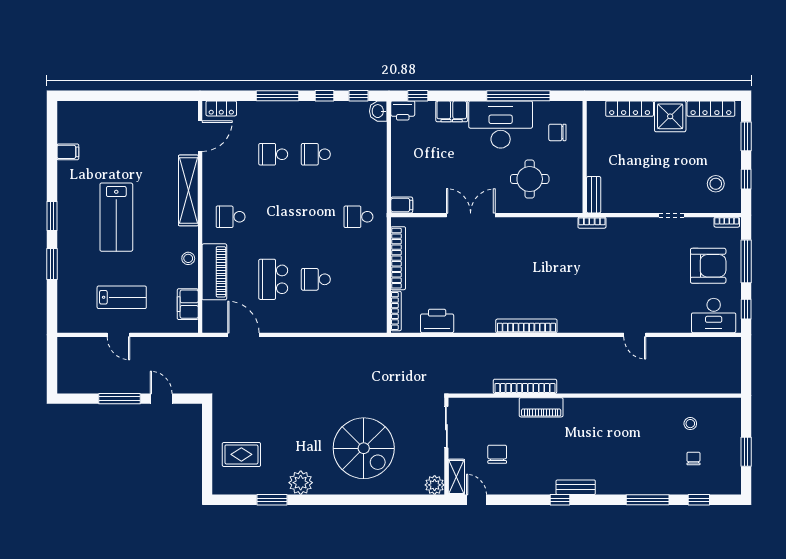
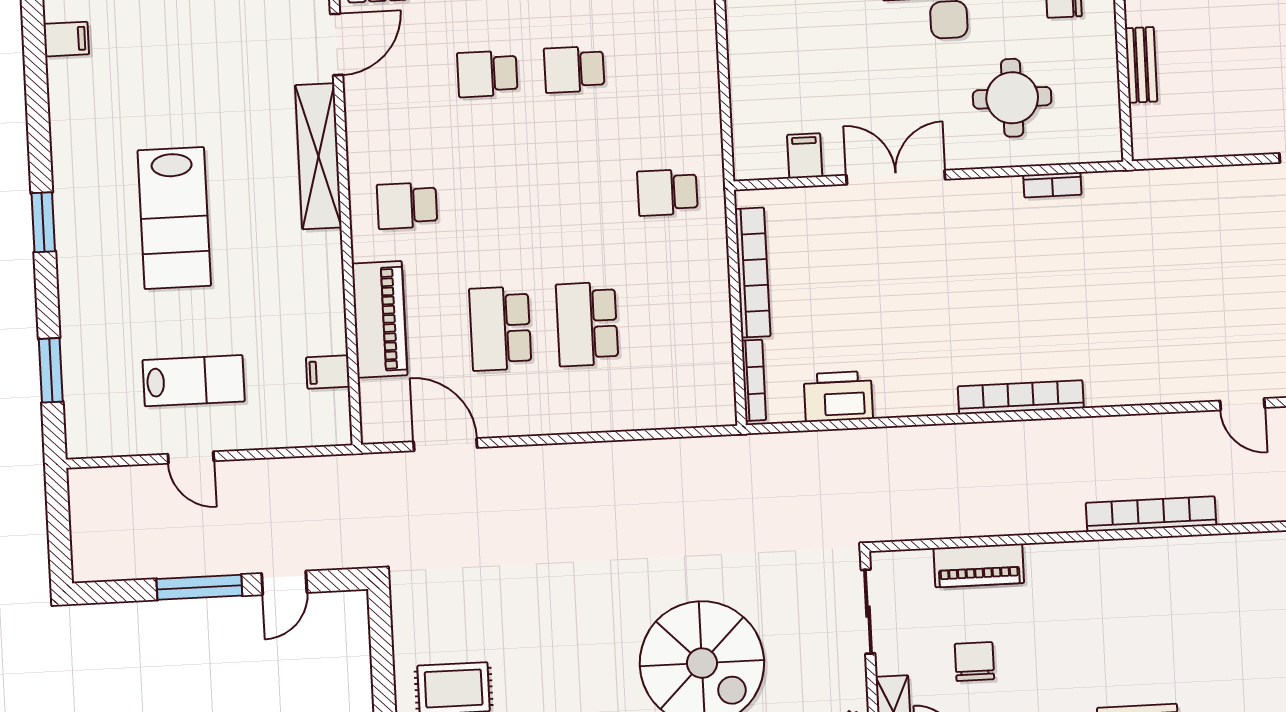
filing cabinet: (68, 152) -> (66, 39), moved
bench: (594, 195) -> (1141, 65), moved
filing cabinet: (402, 205) -> (805, 156), moved, turned -90
bookcase: (592, 223) -> (1052, 185), moved
stool: (188, 258) -> (325, 295), removed
window: (52, 264) -> (51, 370), moved
school desk: (316, 279) -> (587, 324), width x1.85
filing cabinet: (188, 304) -> (328, 372), width x0.50
bookcase: (525, 386) -> (1151, 514), moved
door: (161, 399) -> (284, 583), swing flipped
piano: (541, 407) -> (979, 566), moved

